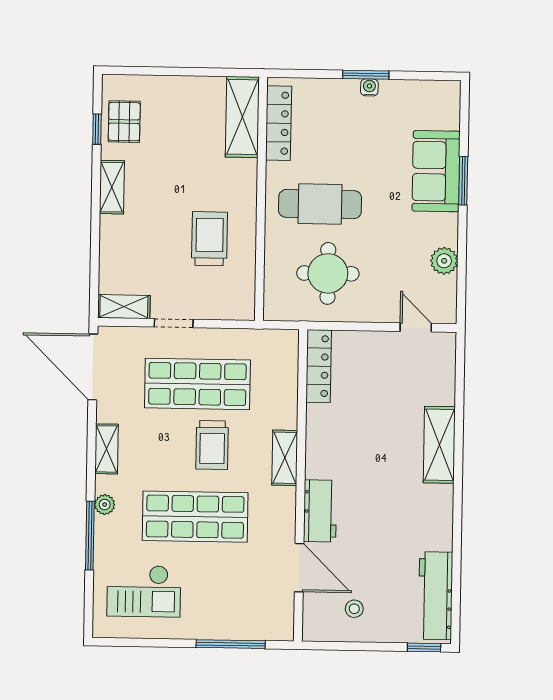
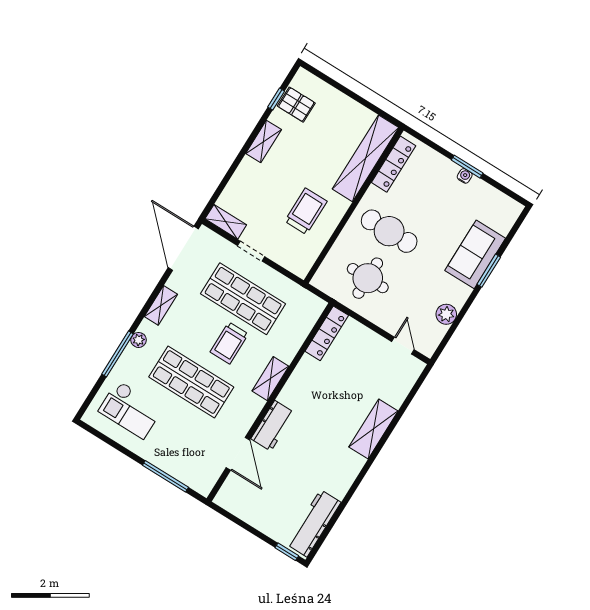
shelving: (242, 117) -> (365, 158), width x1.47
pallet: (124, 122) -> (296, 105), turned 90
stool: (354, 609) -> (257, 501), removed

